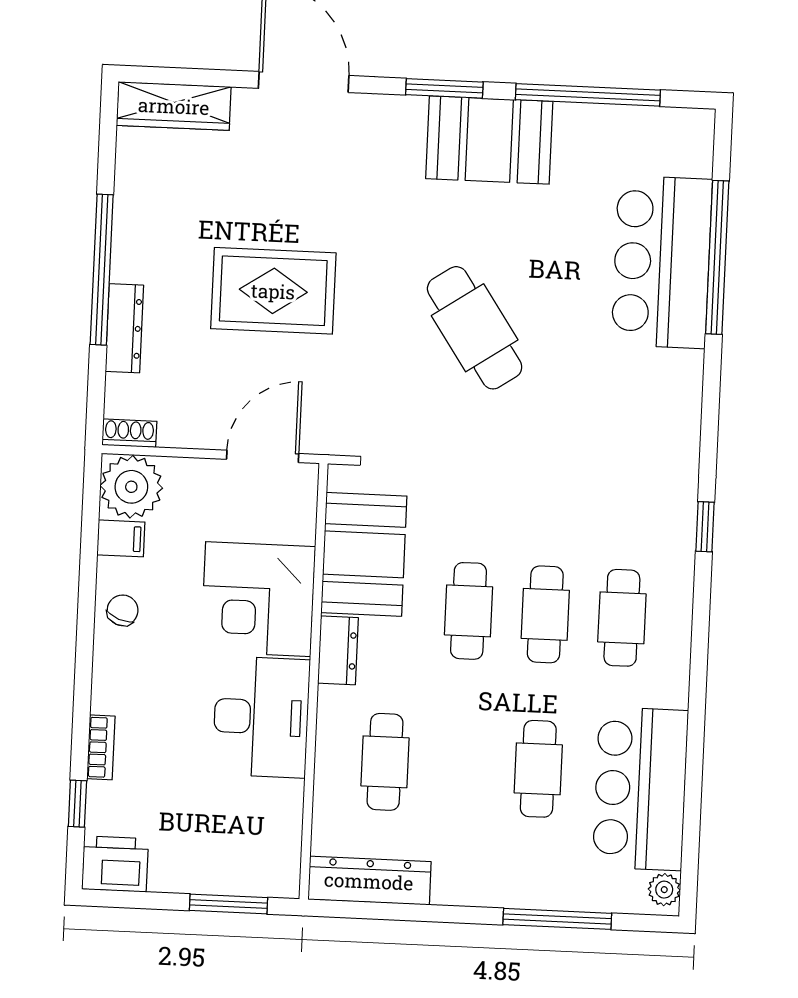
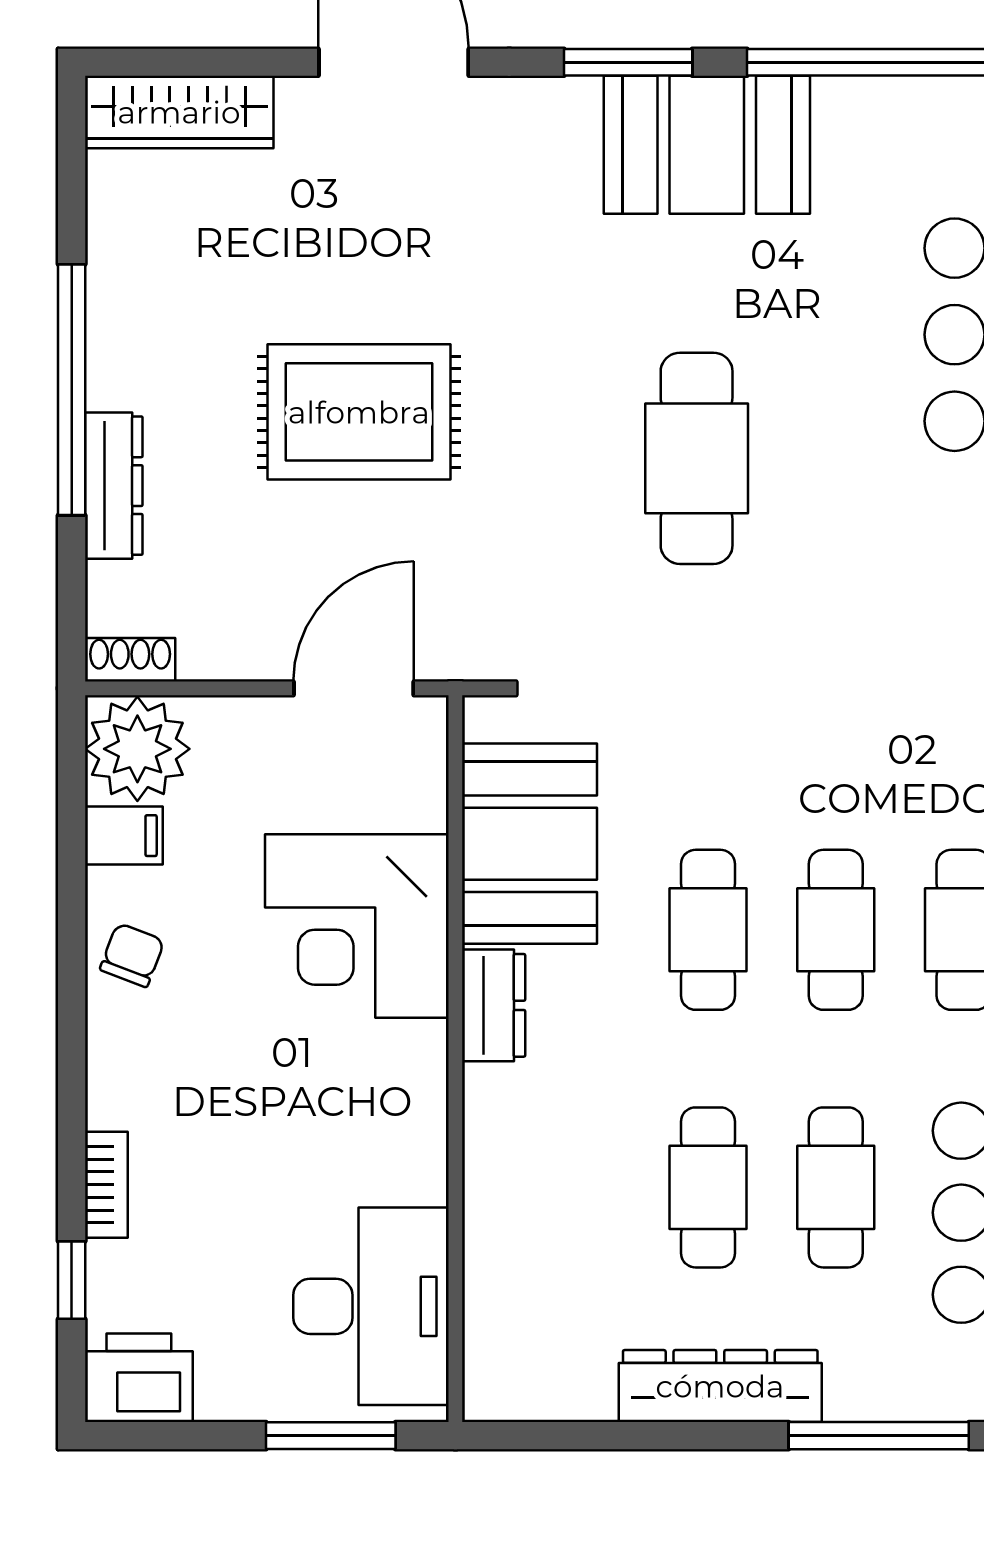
cafe table: (475, 328) -> (697, 458), turned 34
desk: (261, 717) -> (371, 1306), moved
cafe table: (385, 762) -> (708, 1187), moved
dresser: (369, 881) -> (720, 1386), moved

